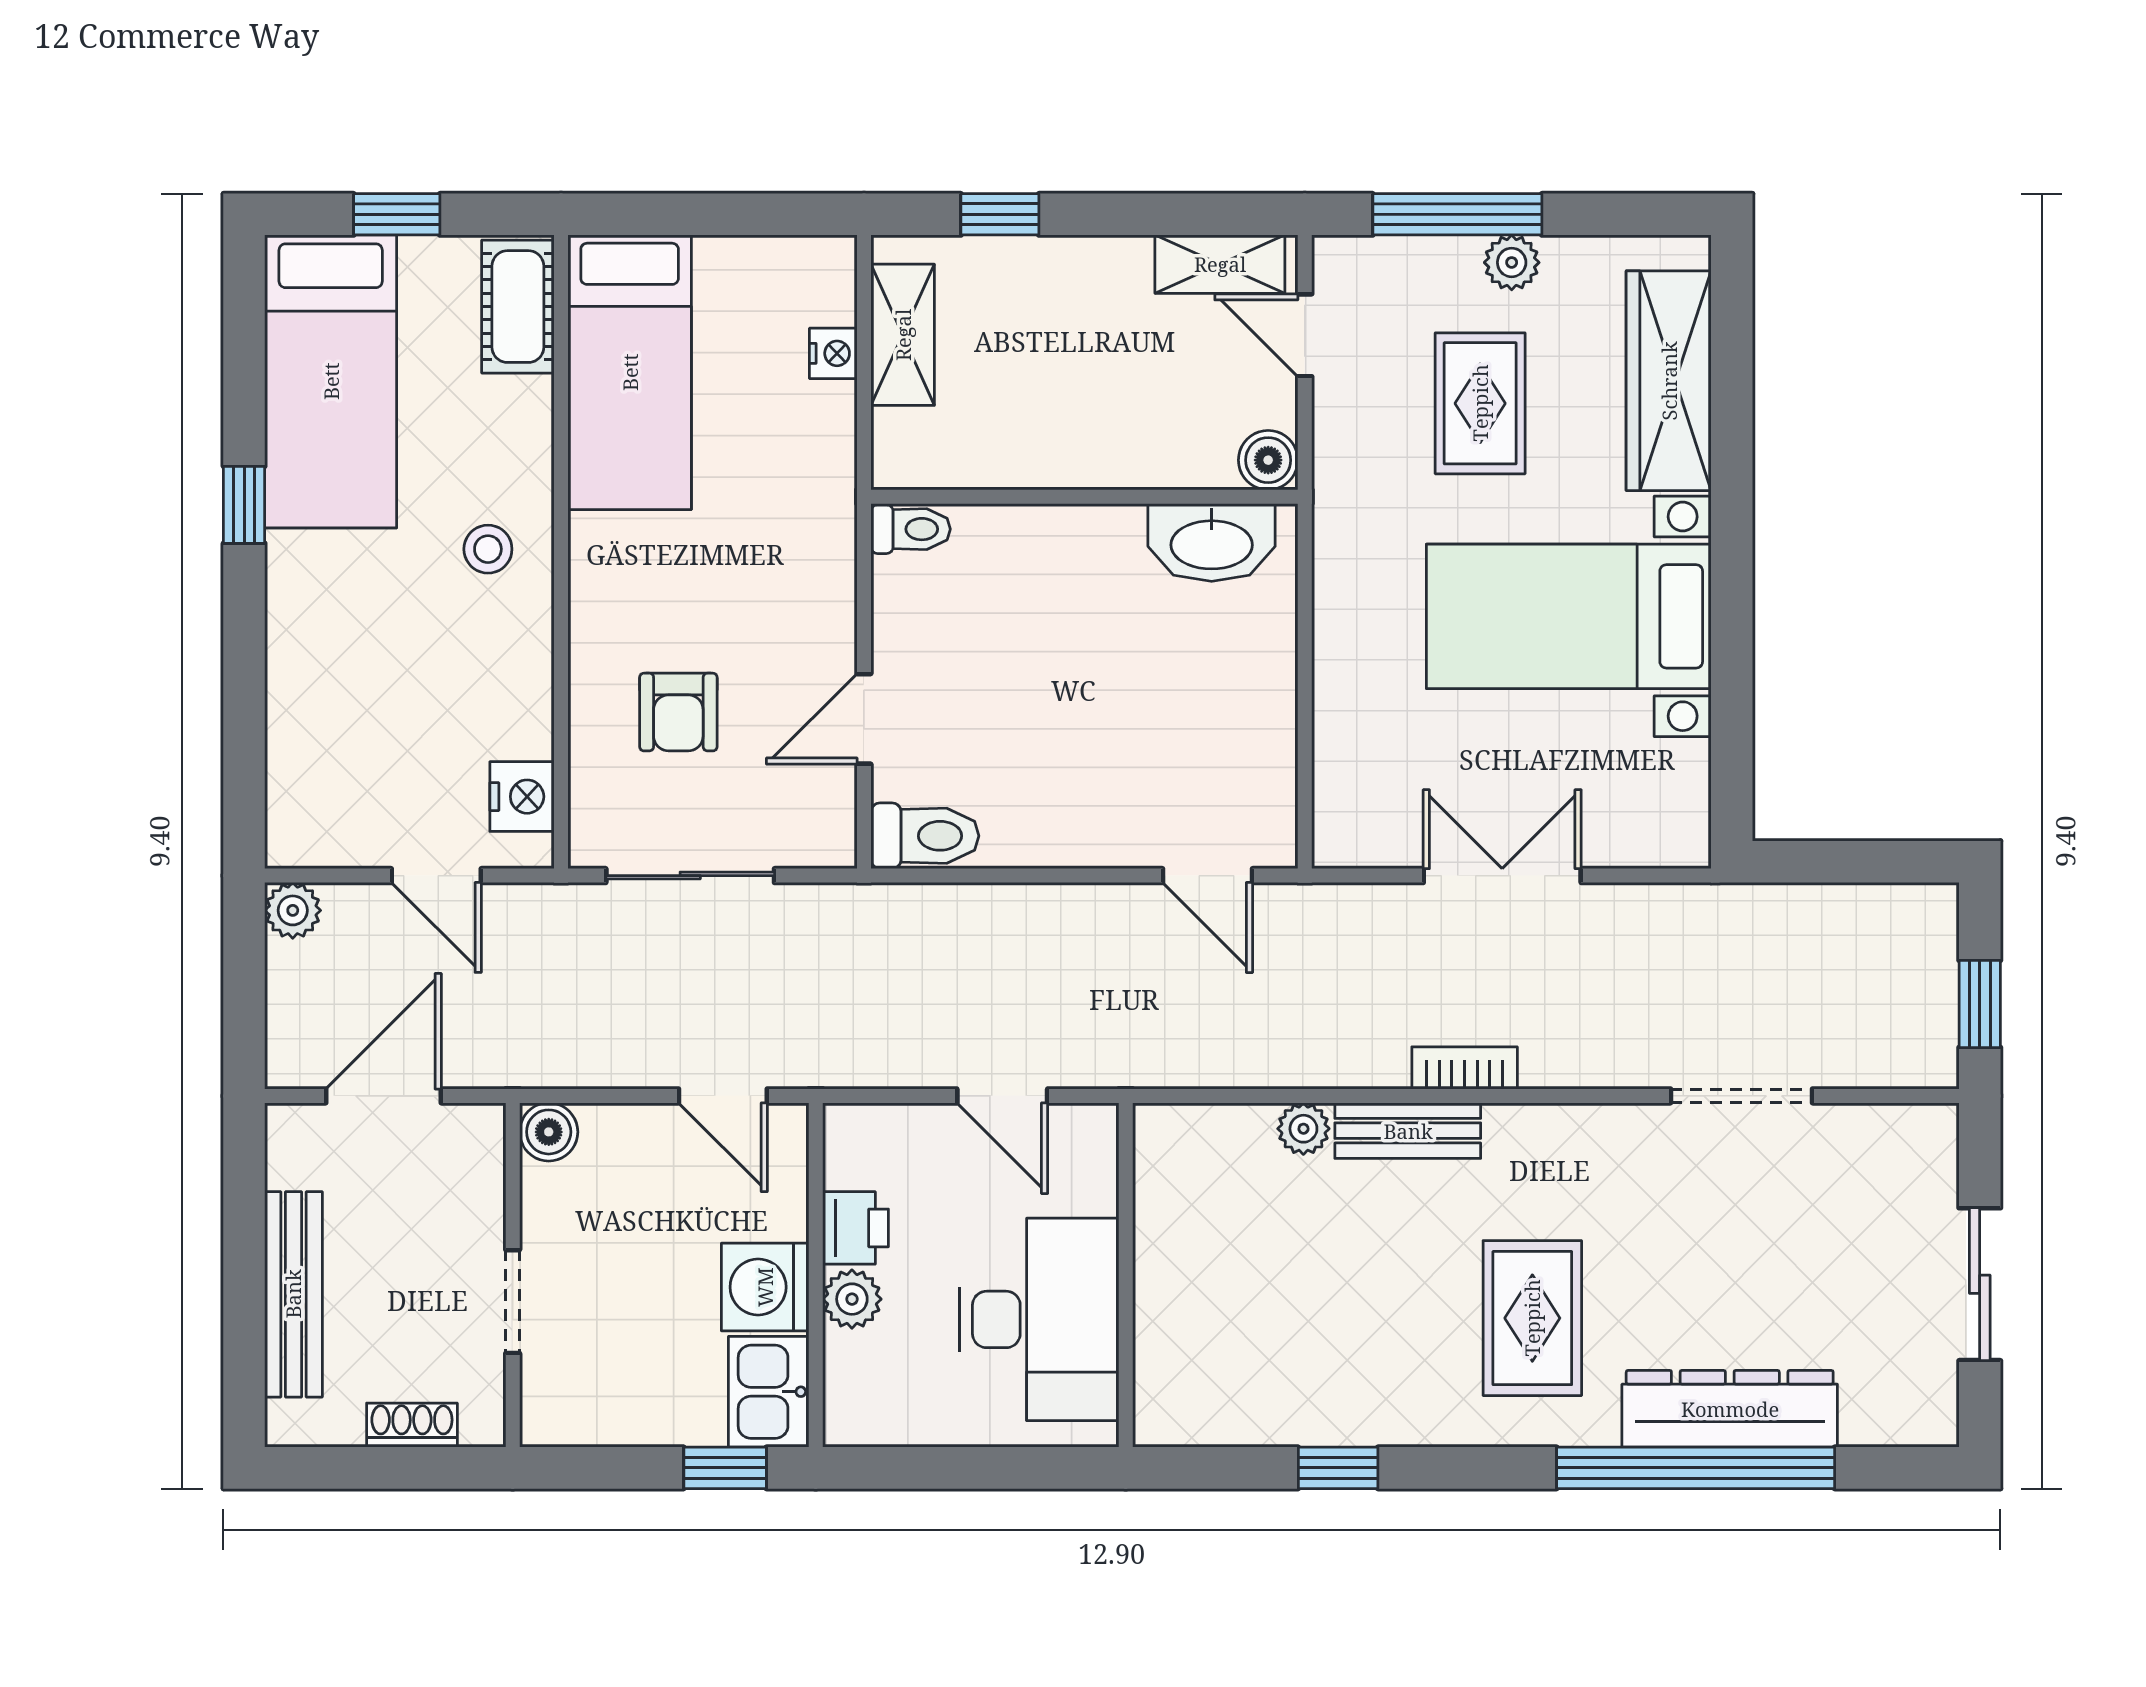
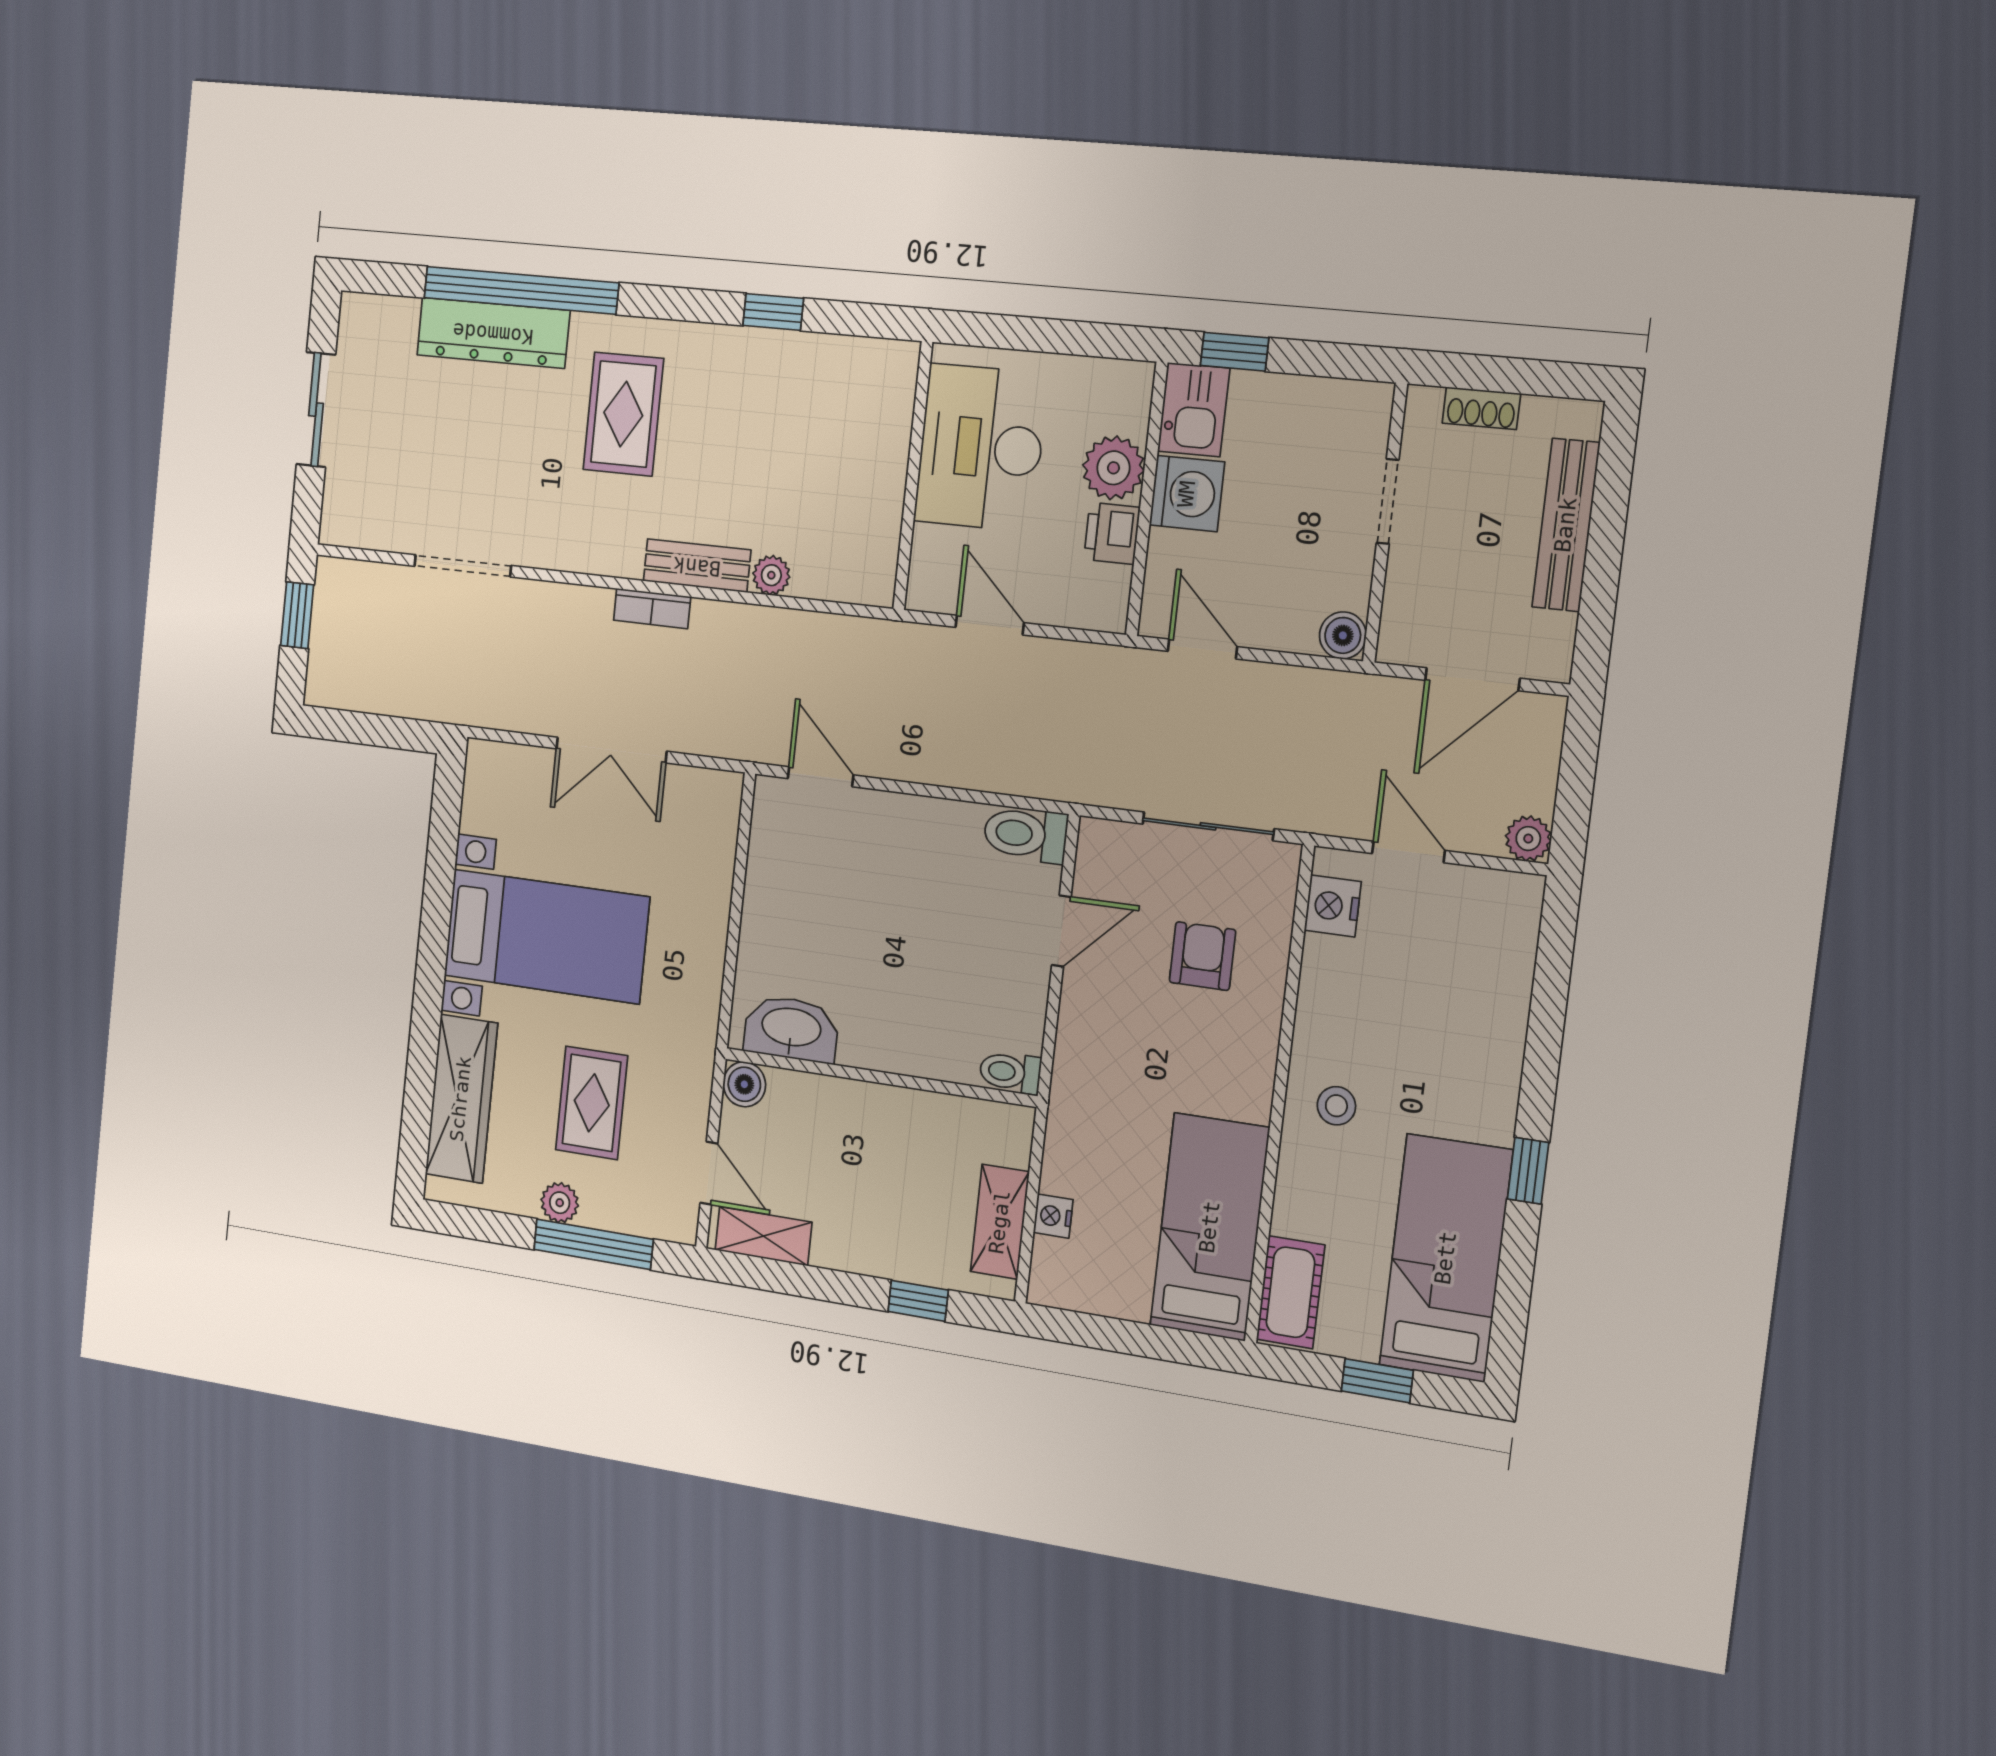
plant: (852, 1299) -> (1113, 468), width x1.38, depth x1.38

